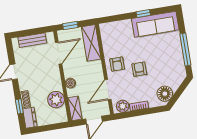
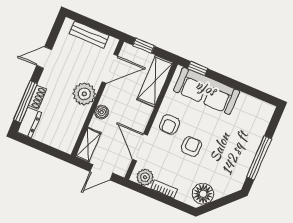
window: (143, 13) -> (198, 68), moved
sofa: (155, 24) -> (206, 91), moved
door: (108, 90) -> (140, 147), hinge flipped
plant: (56, 100) -> (84, 94), moved
window: (19, 106) -> (25, 102), width x2.17

